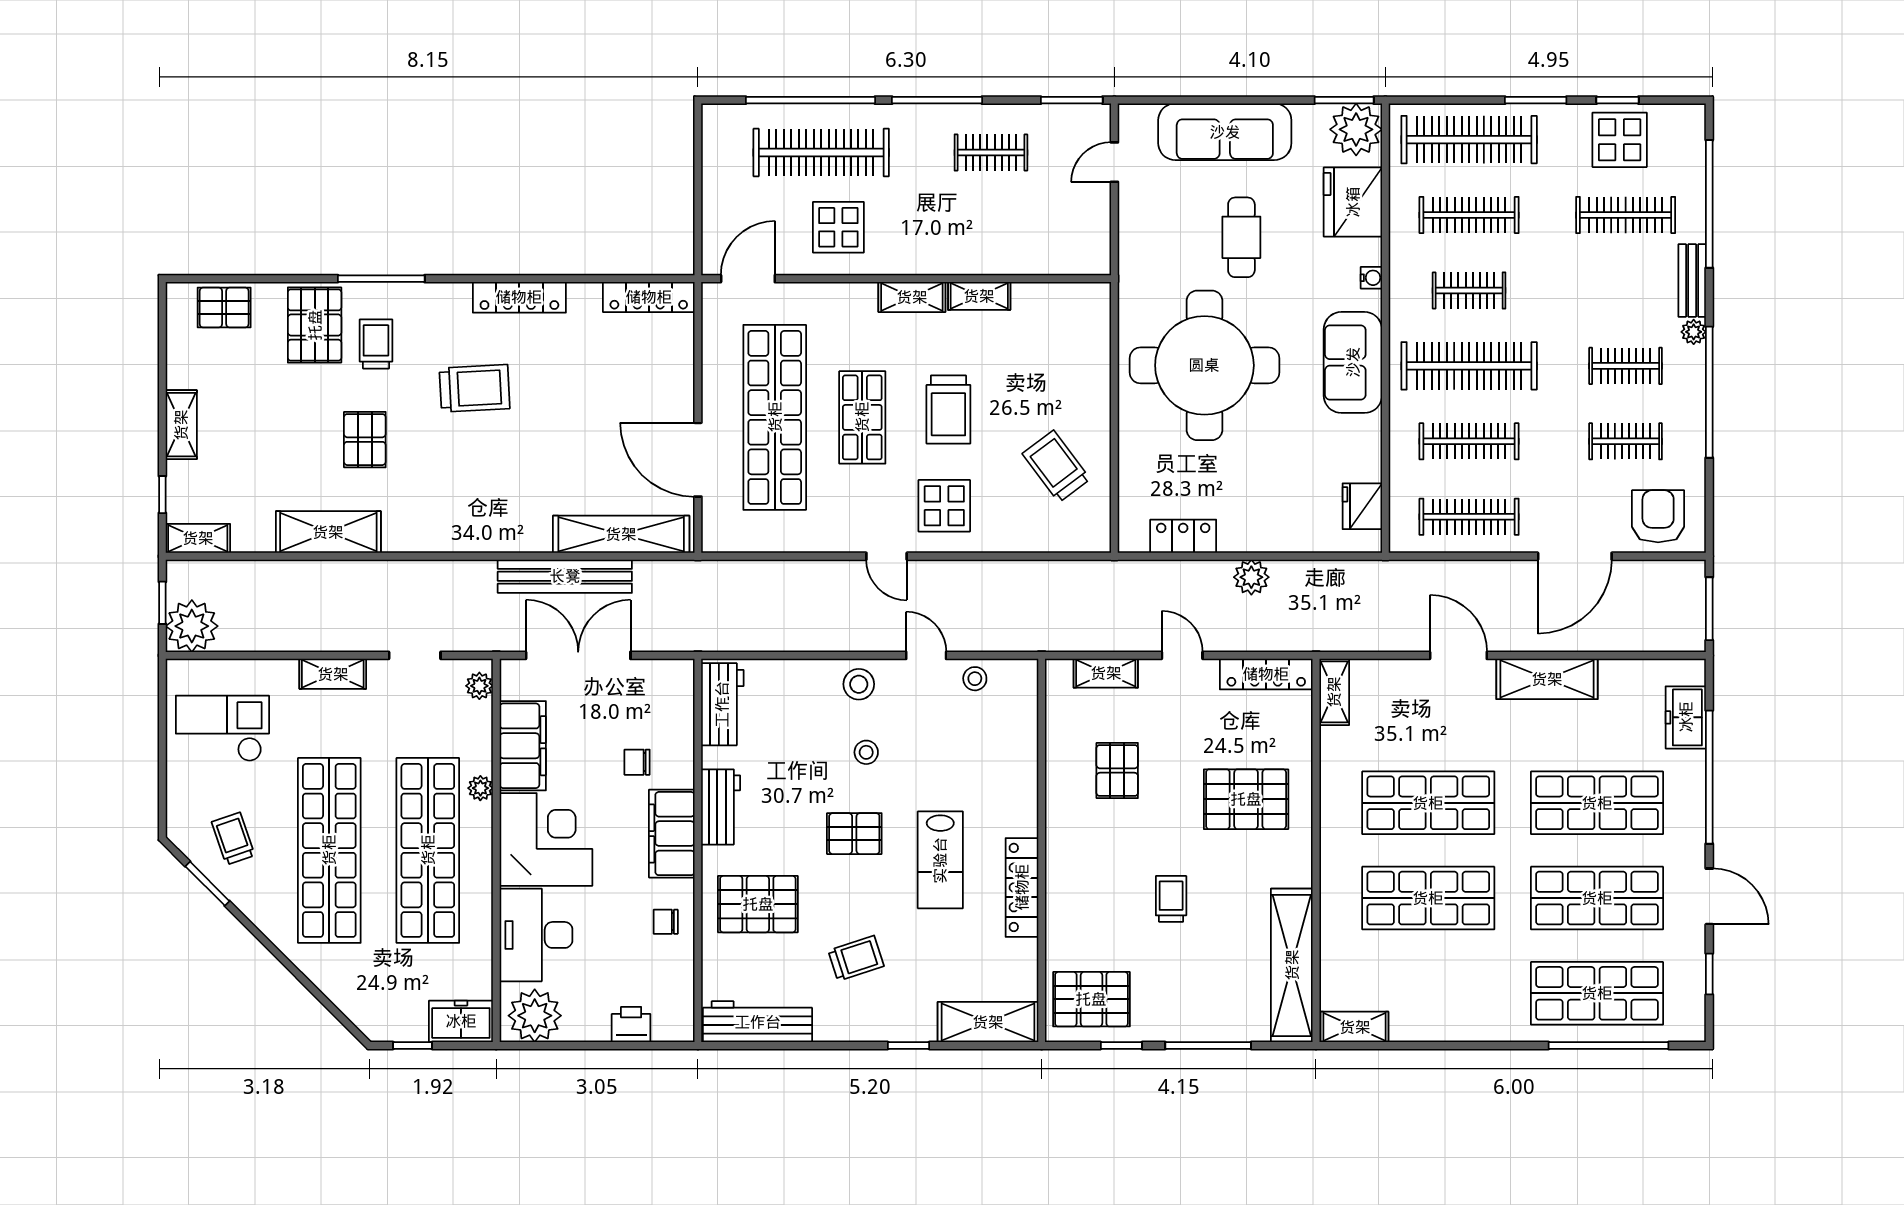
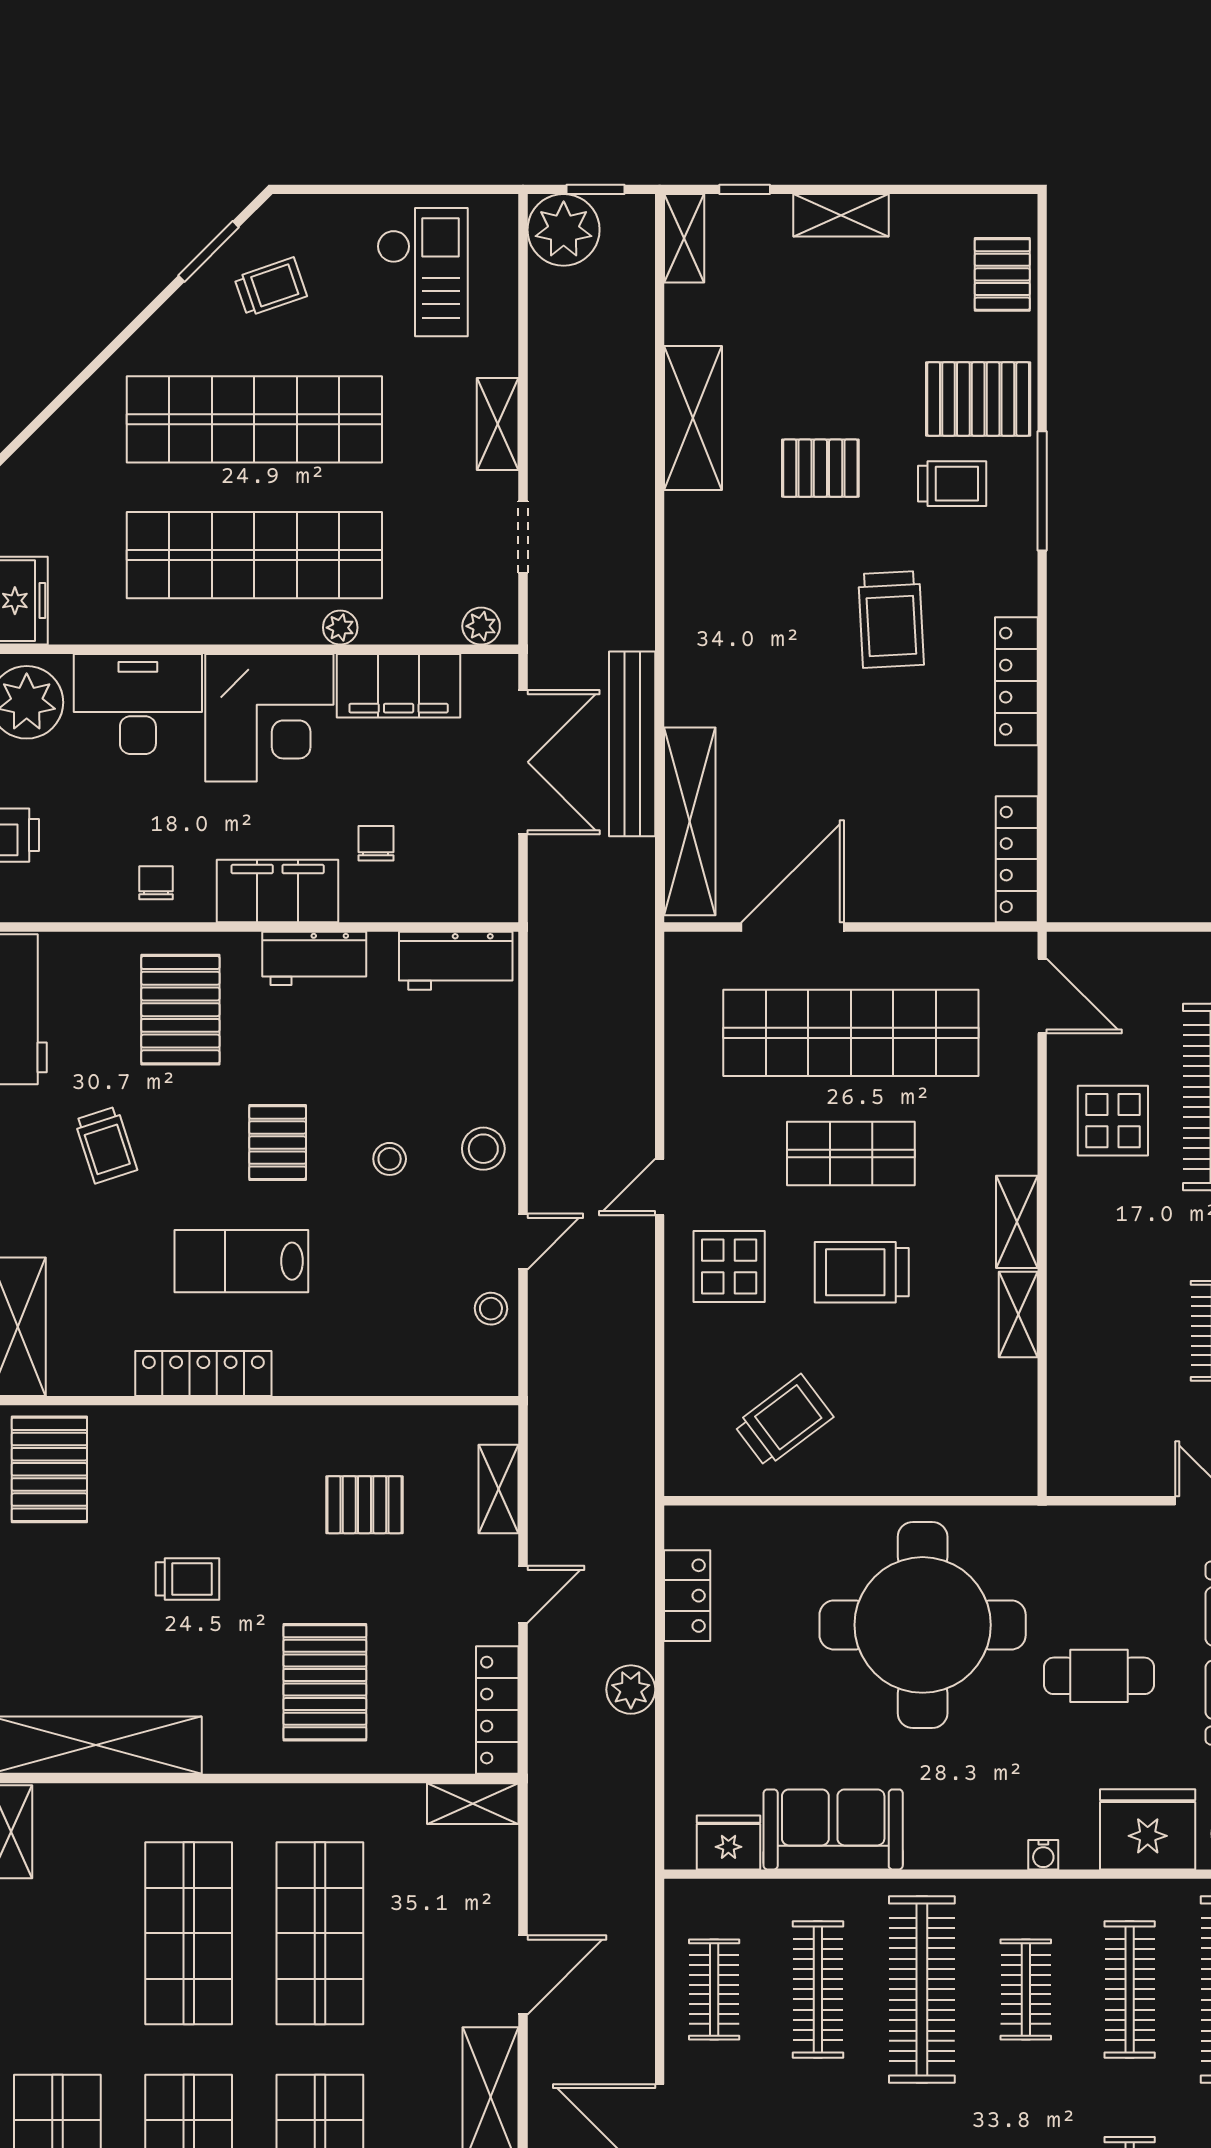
sofa: (1353, 362) -> (833, 1829), moved
clothes rail: (1469, 517) -> (714, 1989), width x0.73

